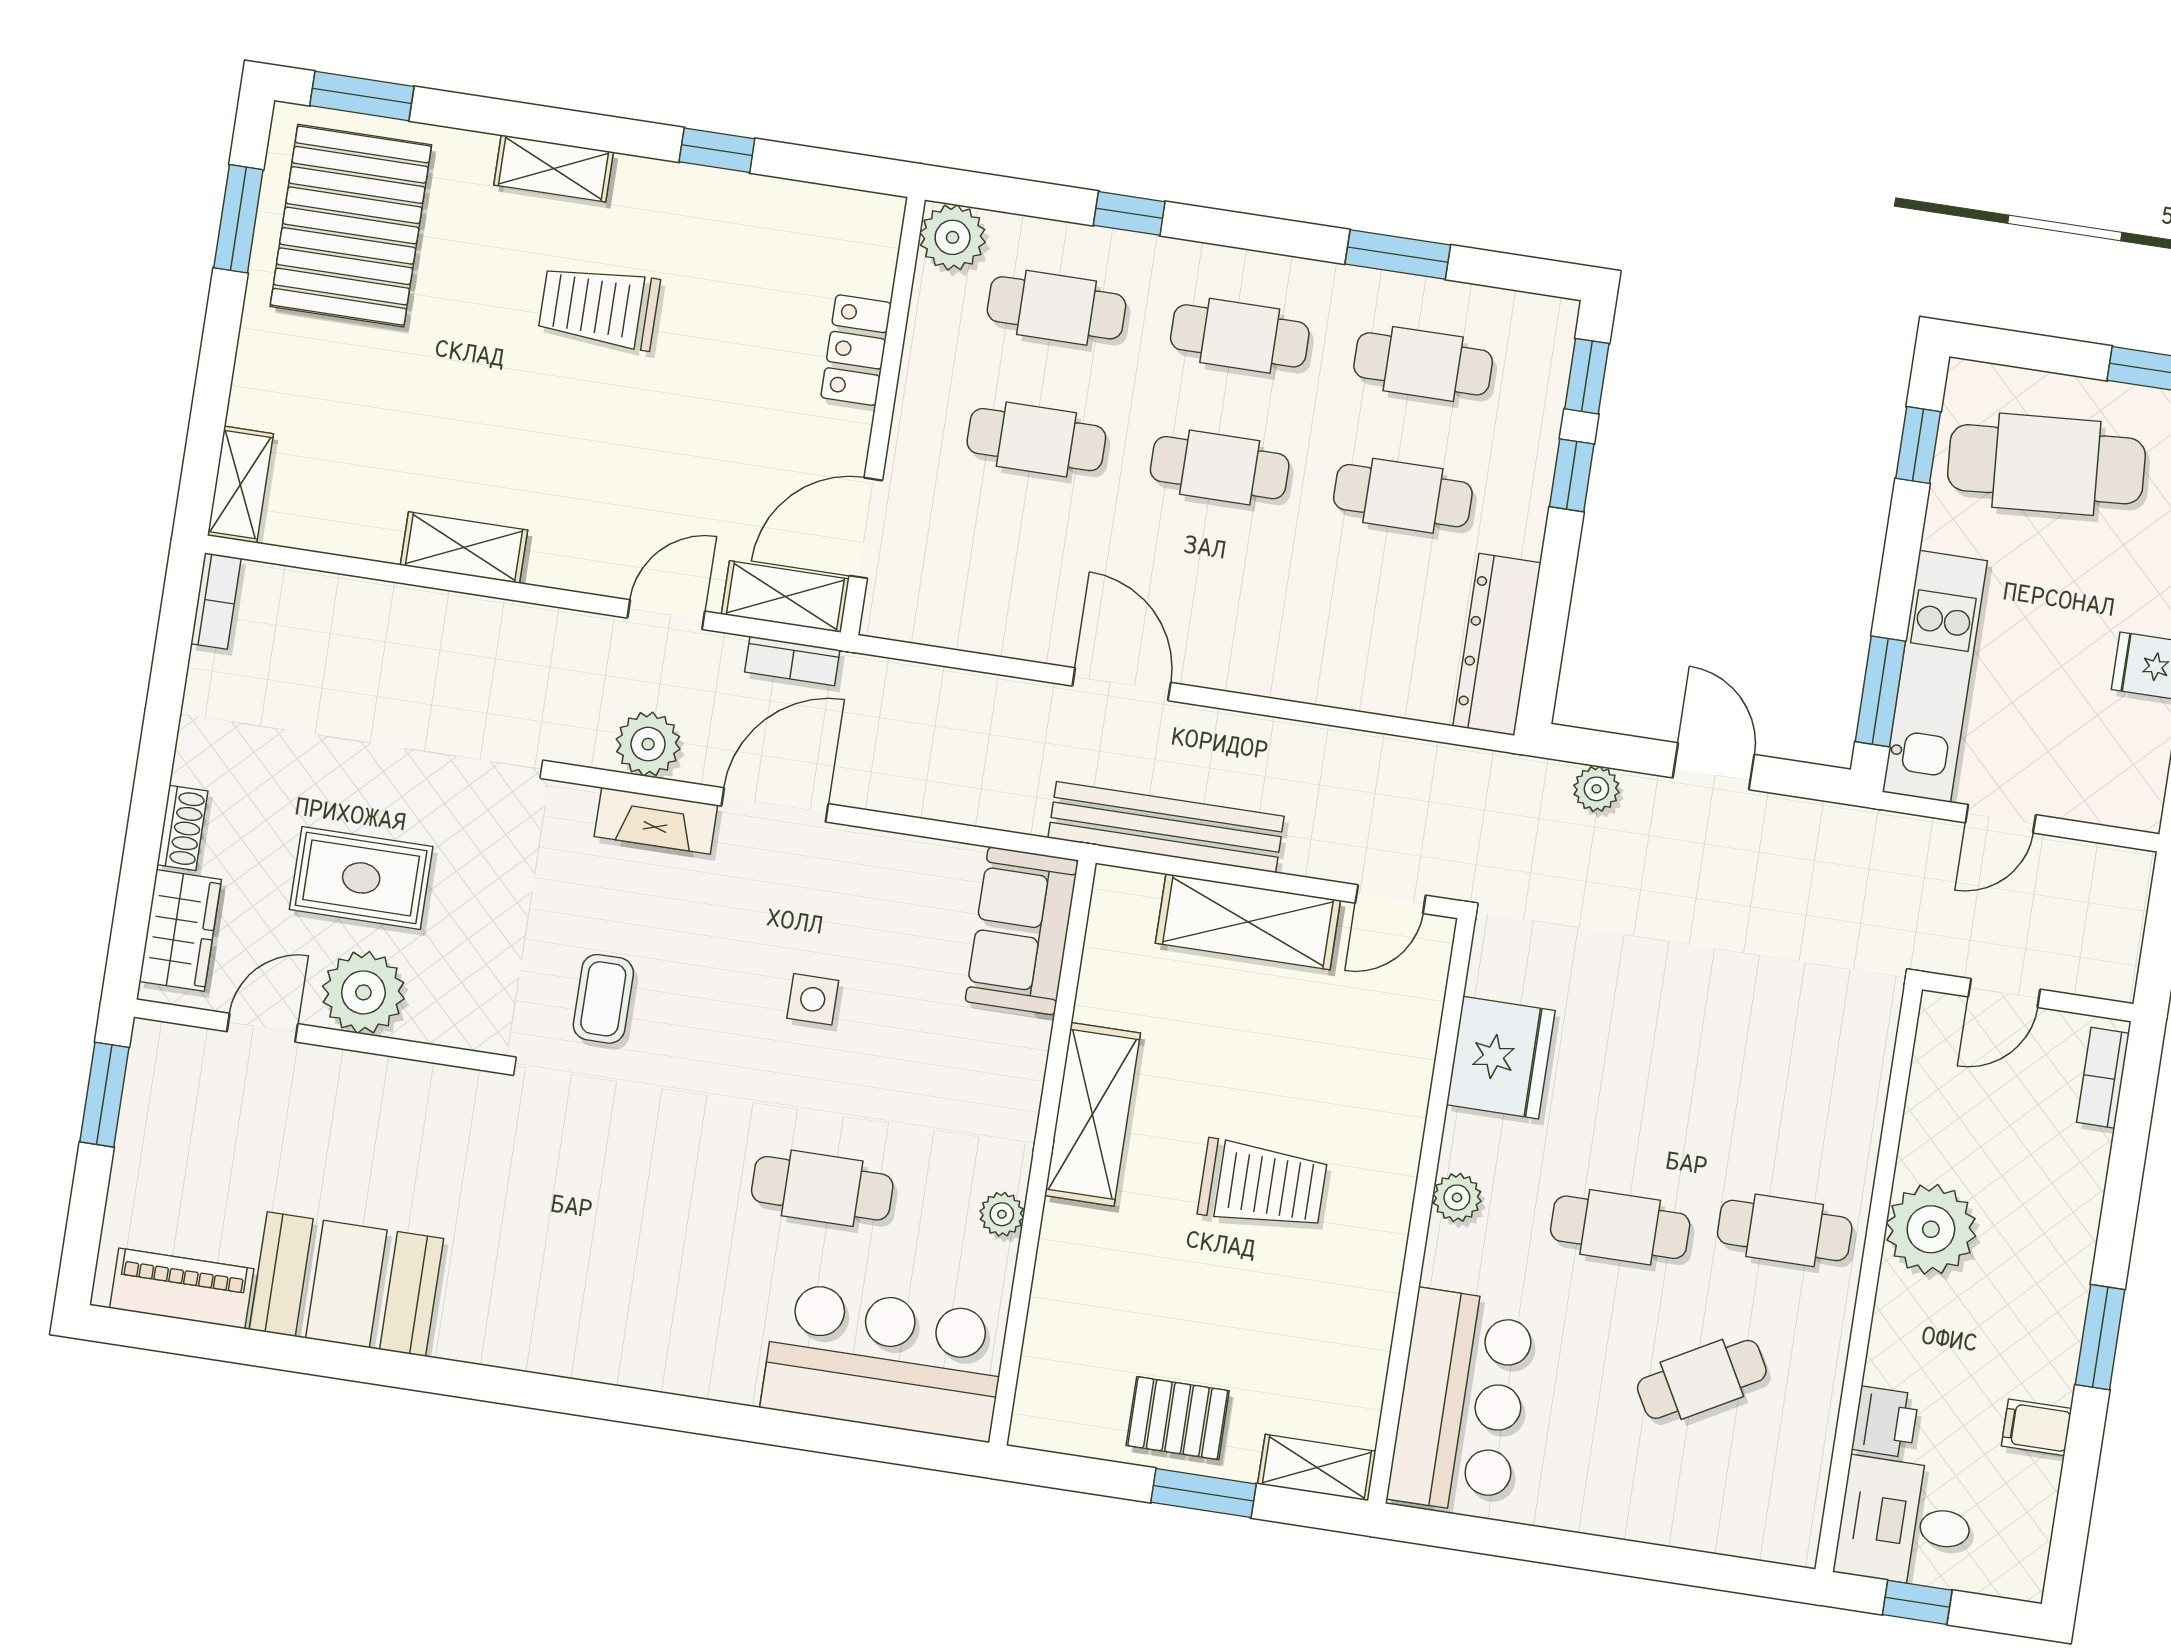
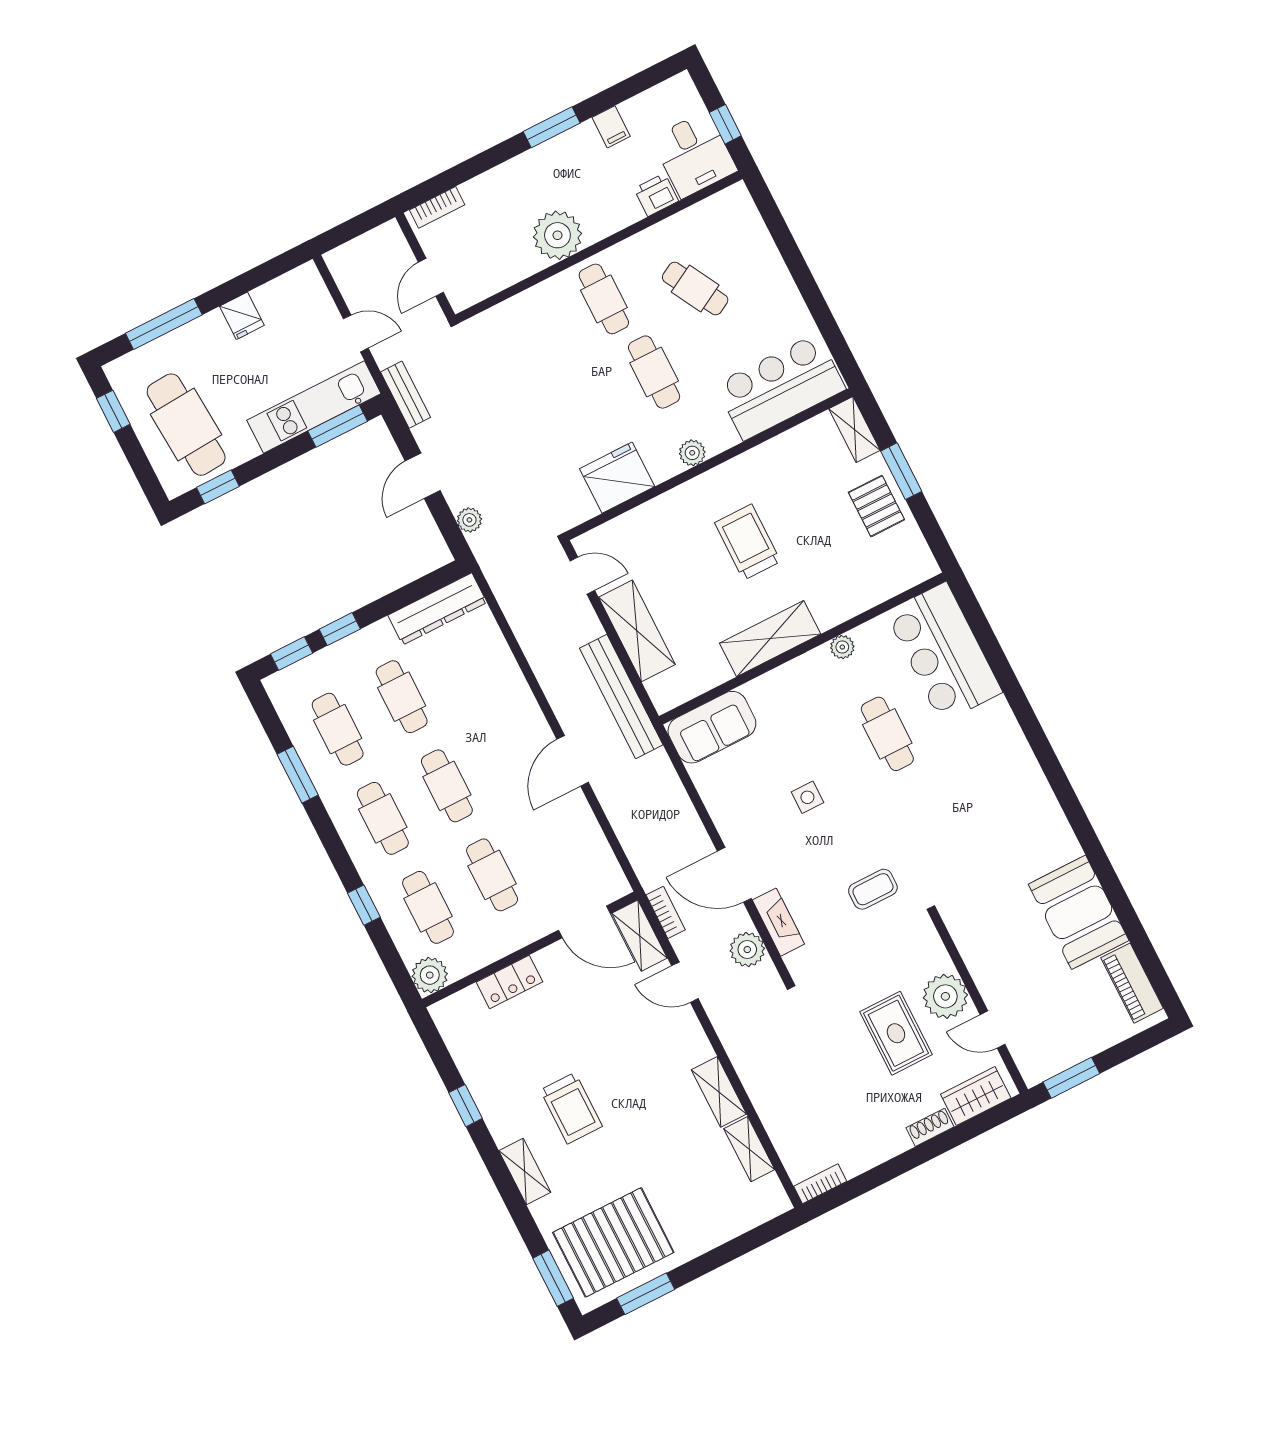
shelving: (240, 485) -> (749, 1149), moved, turned 90
bench: (1855, 828) -> (405, 395), added
door: (2004, 993) -> (431, 277), swing flipped

